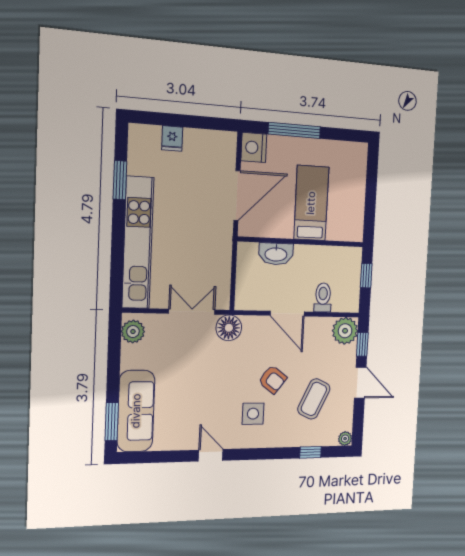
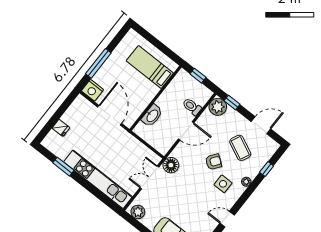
bed: (311, 203) -> (150, 67), moved
door: (360, 383) -> (261, 125), moved
plant: (345, 439) -> (246, 182), moved

